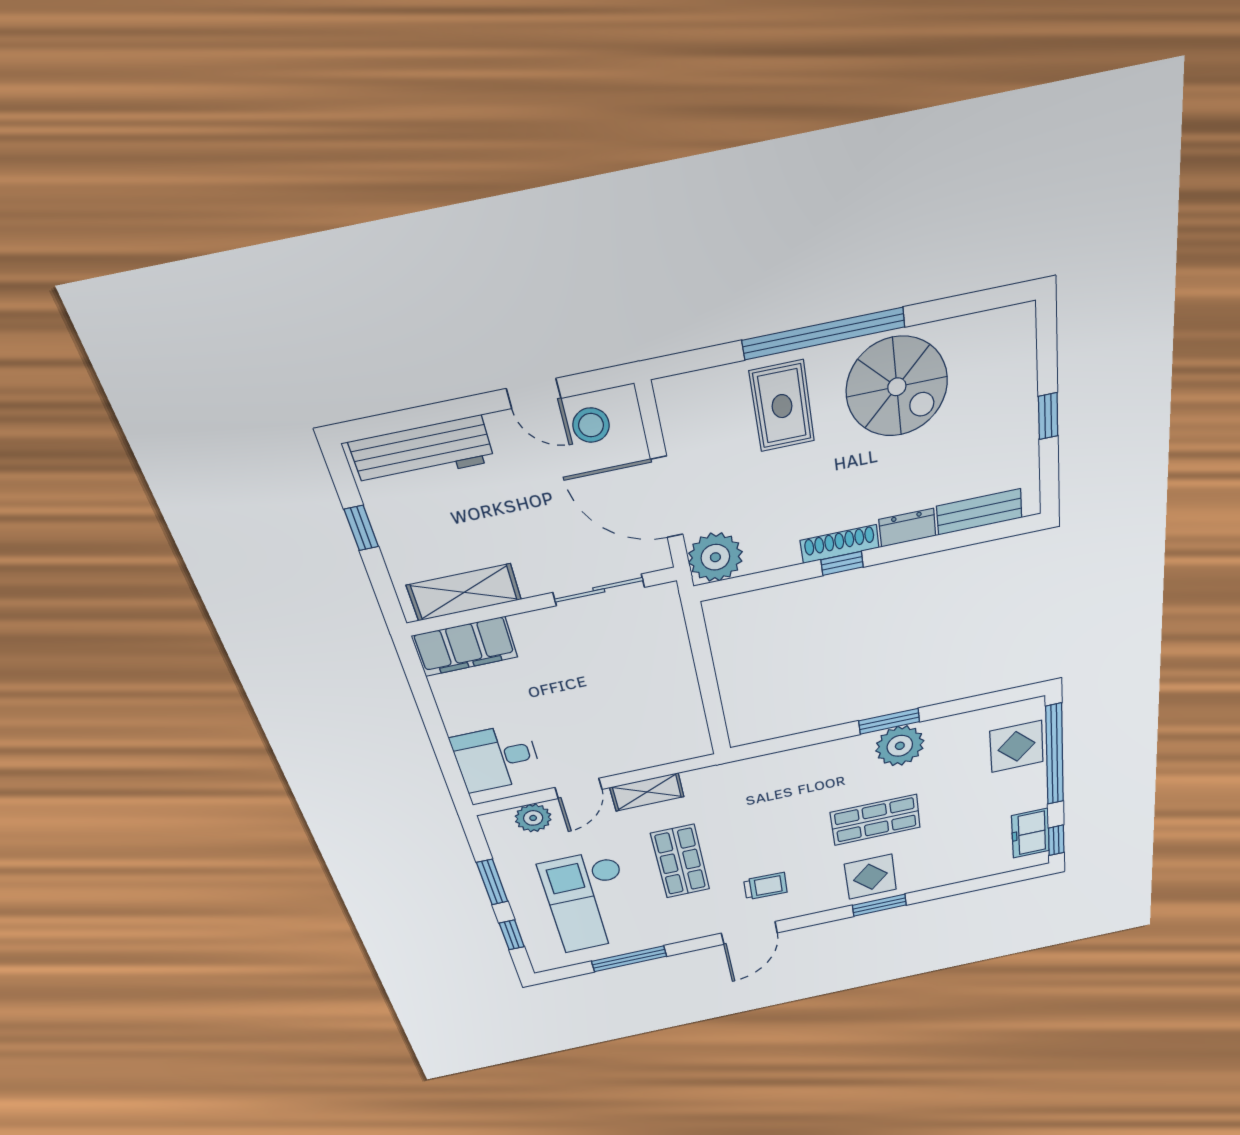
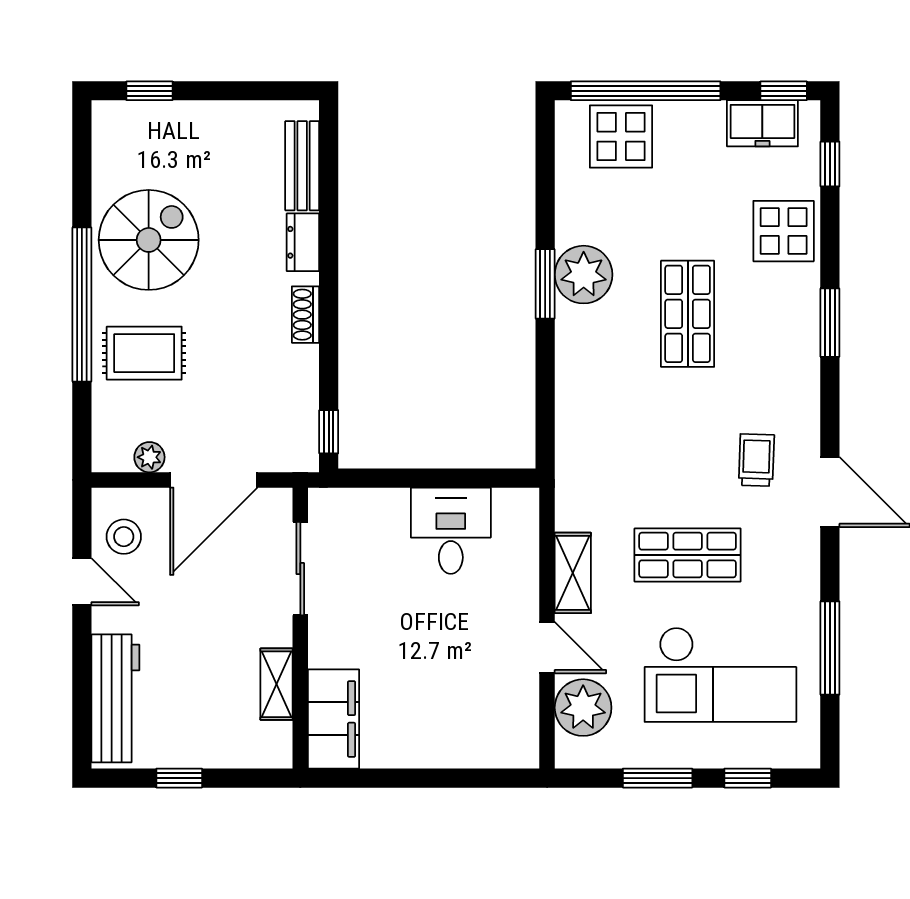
door: (534, 393) -> (82, 582), hinge flipped
window: (1048, 416) -> (150, 91), moved
shoe rack: (840, 544) -> (306, 315), width x0.70
plant: (715, 557) -> (149, 457), moved, width x0.53, depth x0.53
window: (842, 563) -> (329, 432), moved
shelving: (464, 592) -> (277, 684), width x0.67, depth x0.75
desk: (496, 758) -> (451, 531), moved, turned 180
plant: (533, 818) -> (583, 708), width x1.36, depth x1.36
display table: (870, 877) -> (784, 231), moved
window: (1001, 879) -> (830, 164), added

